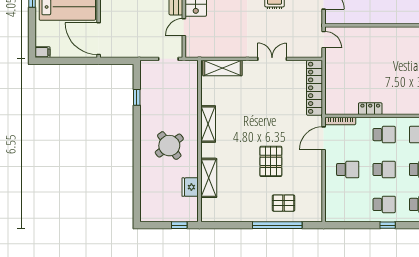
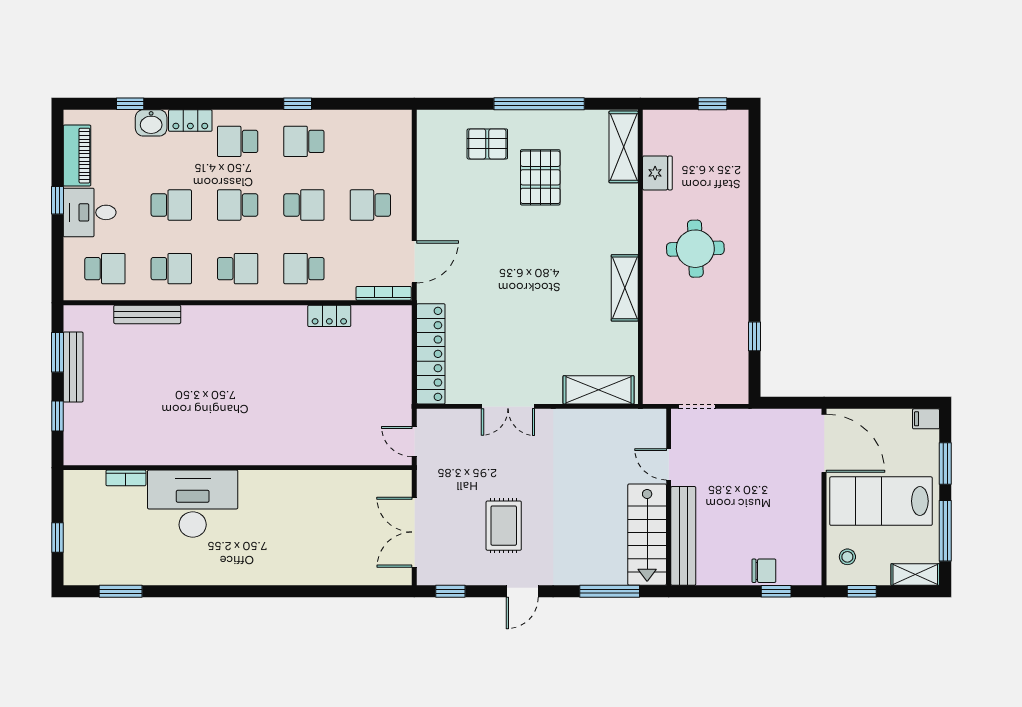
door: (184, 27) -> (669, 464), swing flipped
window: (32, 28) -> (945, 464), added
round table: (169, 146) -> (695, 249), turned 35
pallet: (271, 161) -> (540, 177), moved
school desk: (384, 170) -> (304, 205), turned 180
shelving: (209, 178) -> (624, 147), moved
window: (179, 225) -> (712, 104), moved
window: (277, 225) -> (539, 104), moved

